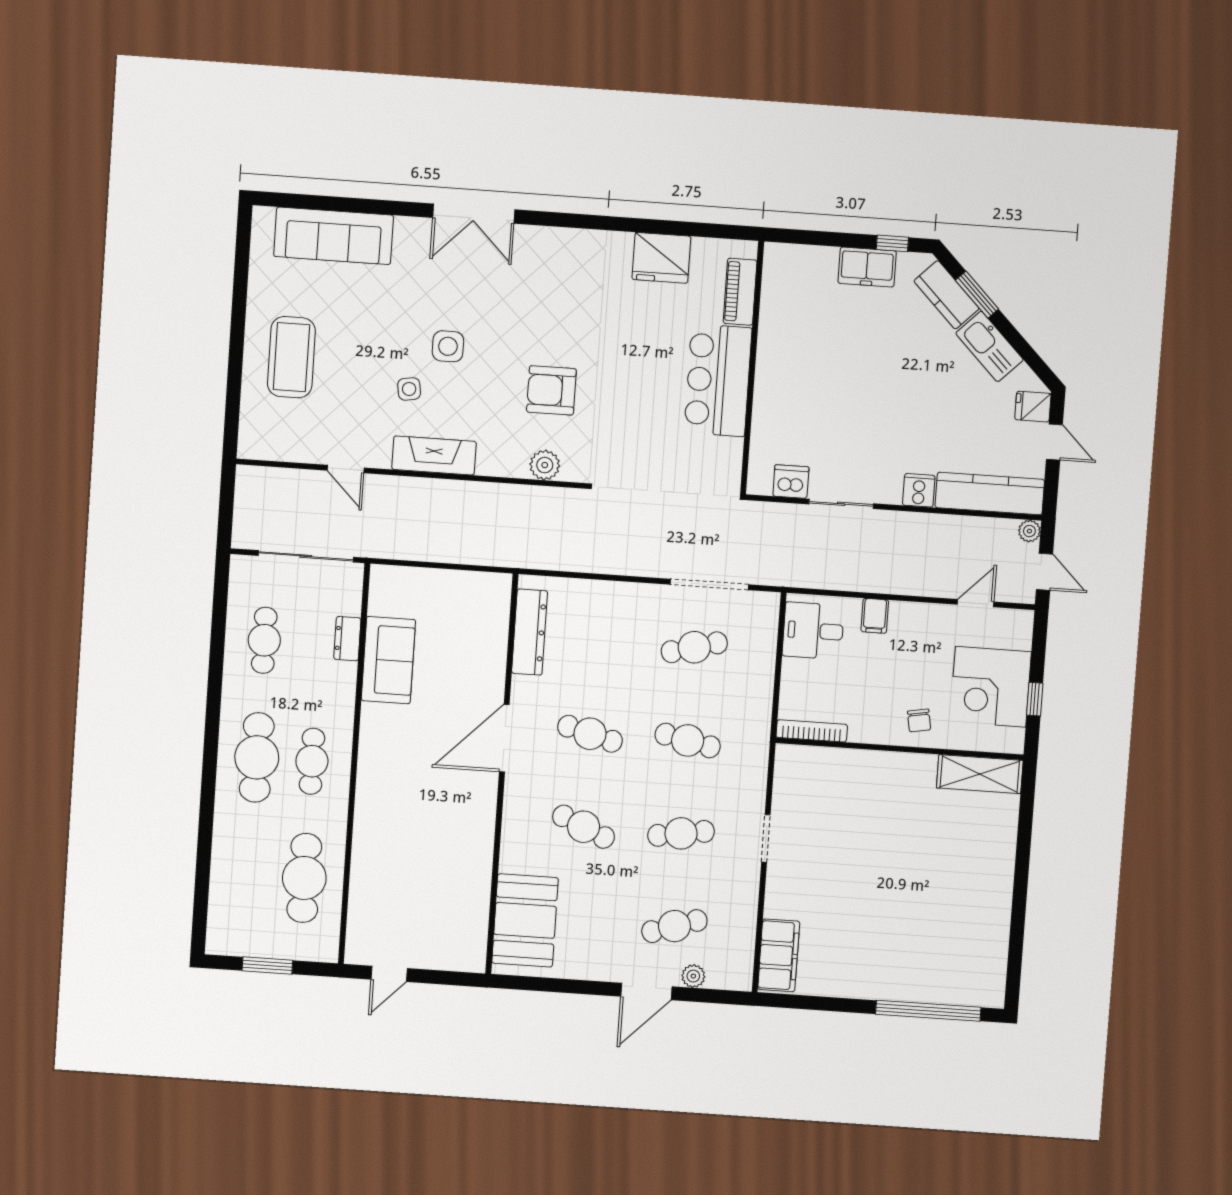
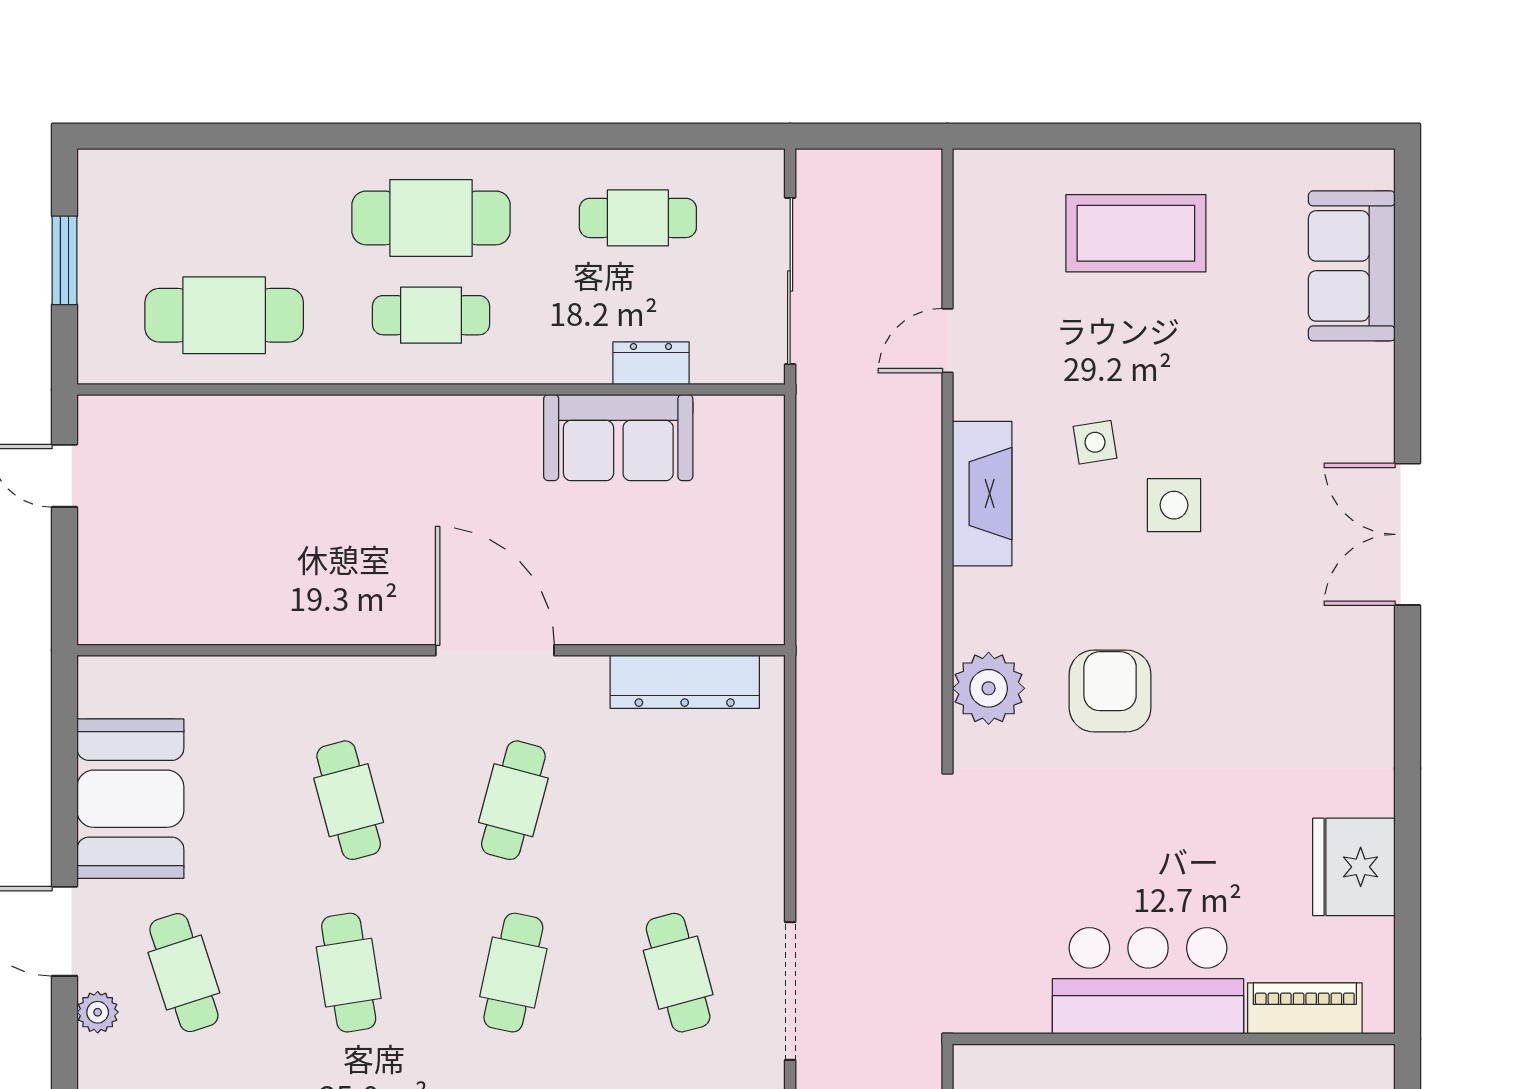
sofa: (334, 236) -> (1352, 266), width x0.73
plant: (545, 465) -> (989, 688), width x1.36, depth x1.36
cafe table: (584, 827) -> (349, 800), turned -39
booth: (525, 920) -> (130, 799), moved, turned 90

